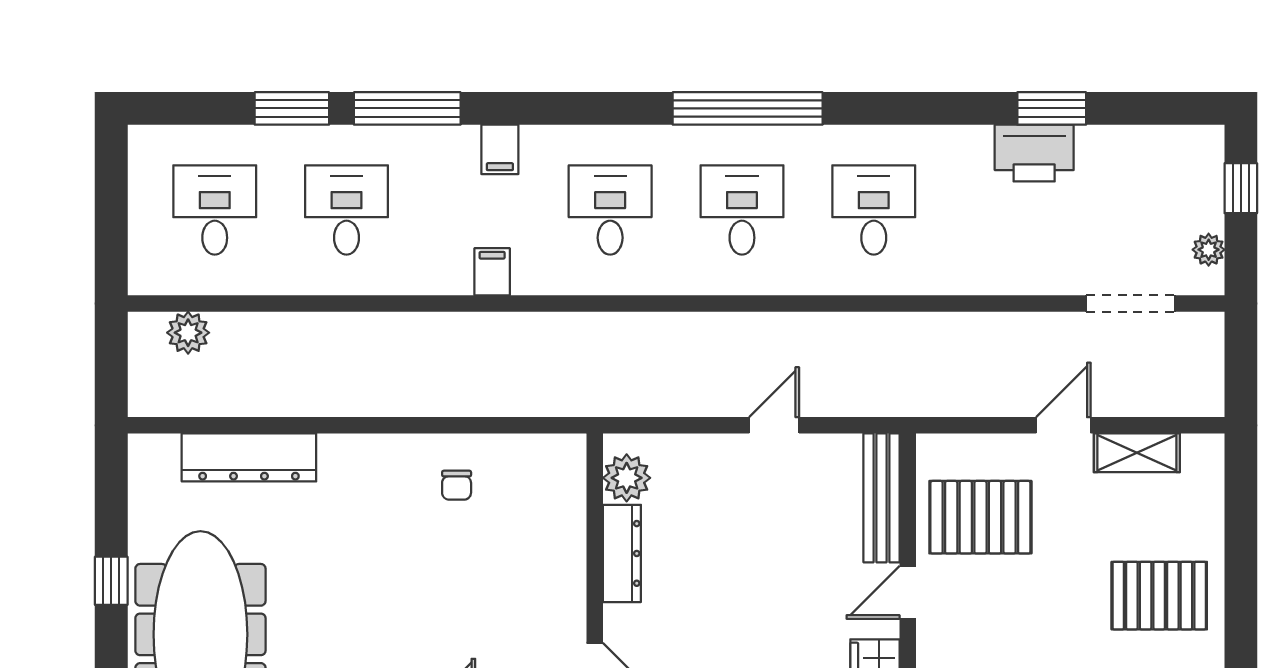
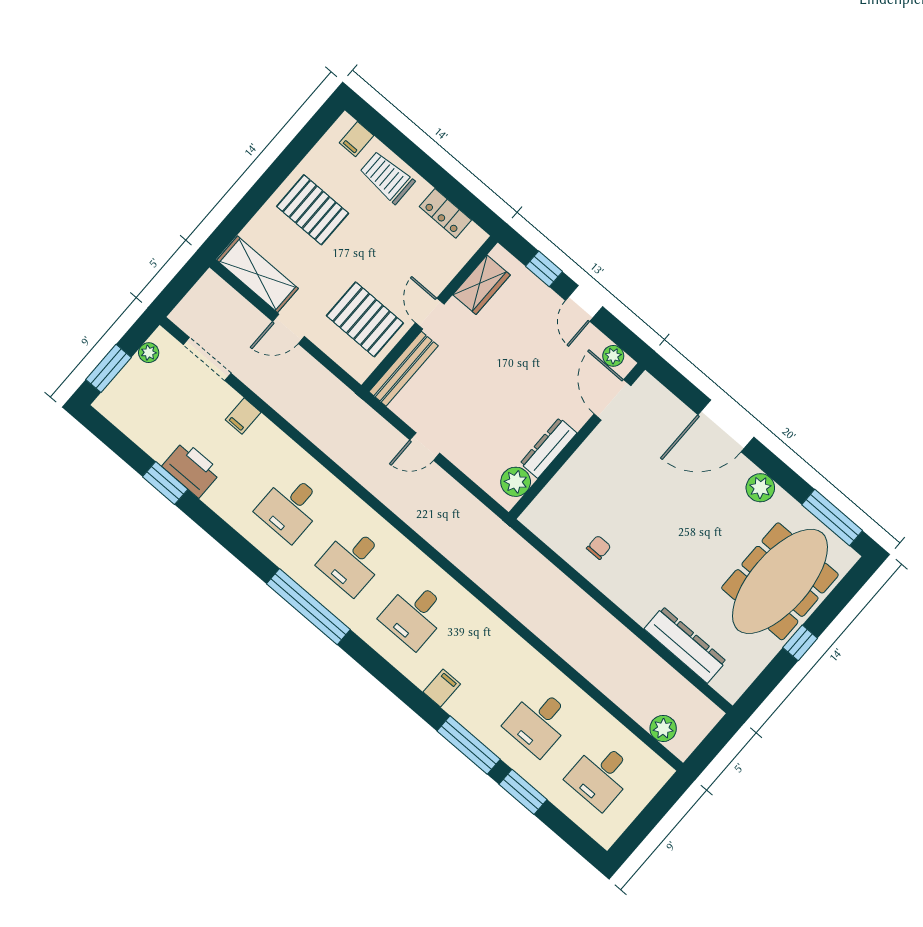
window: (1241, 188) -> (108, 368), width x1.50
filing cabinet: (492, 272) -> (243, 416), moved
shelving: (1137, 453) -> (258, 274), width x1.50, depth x1.33
door: (908, 592) -> (430, 314), swing flipped

